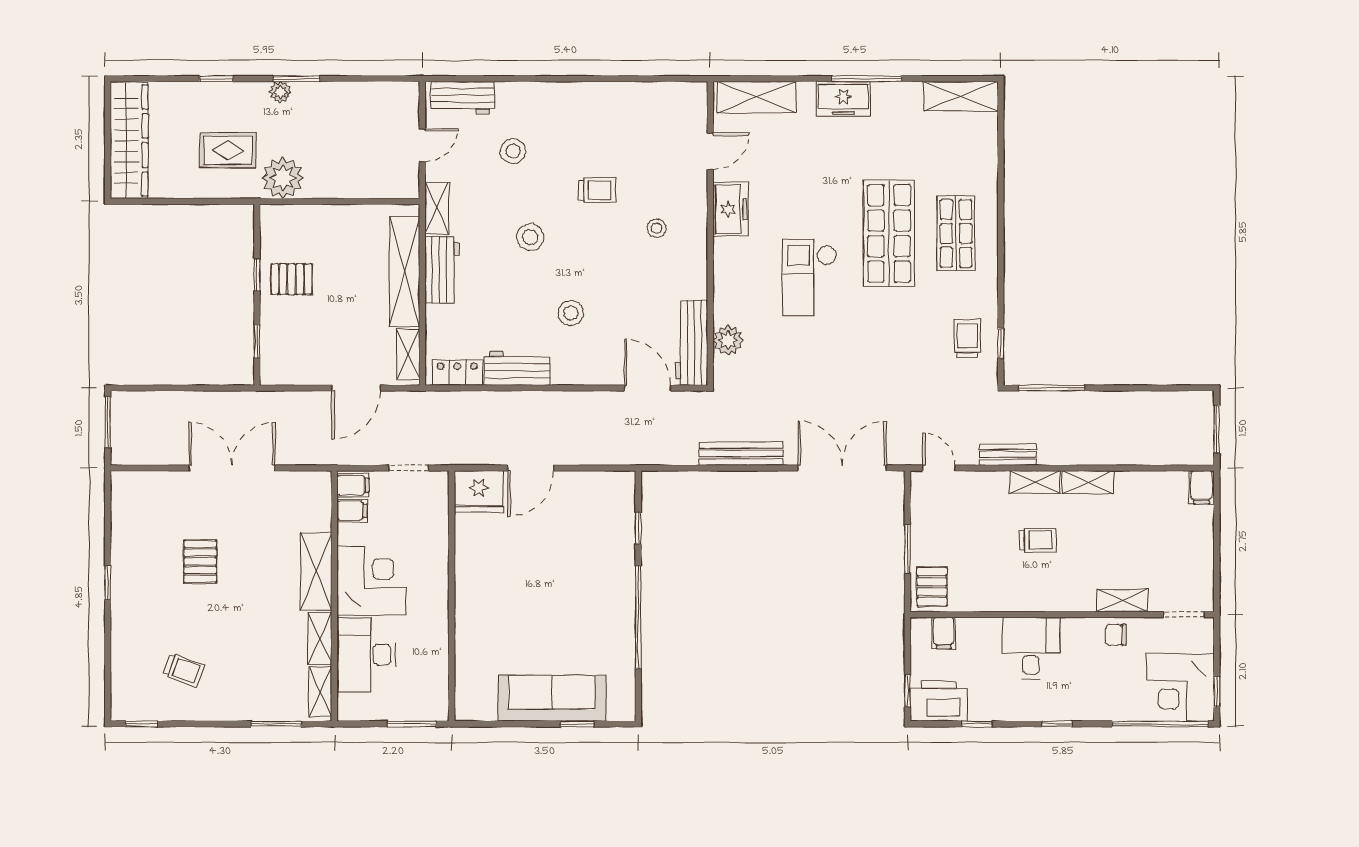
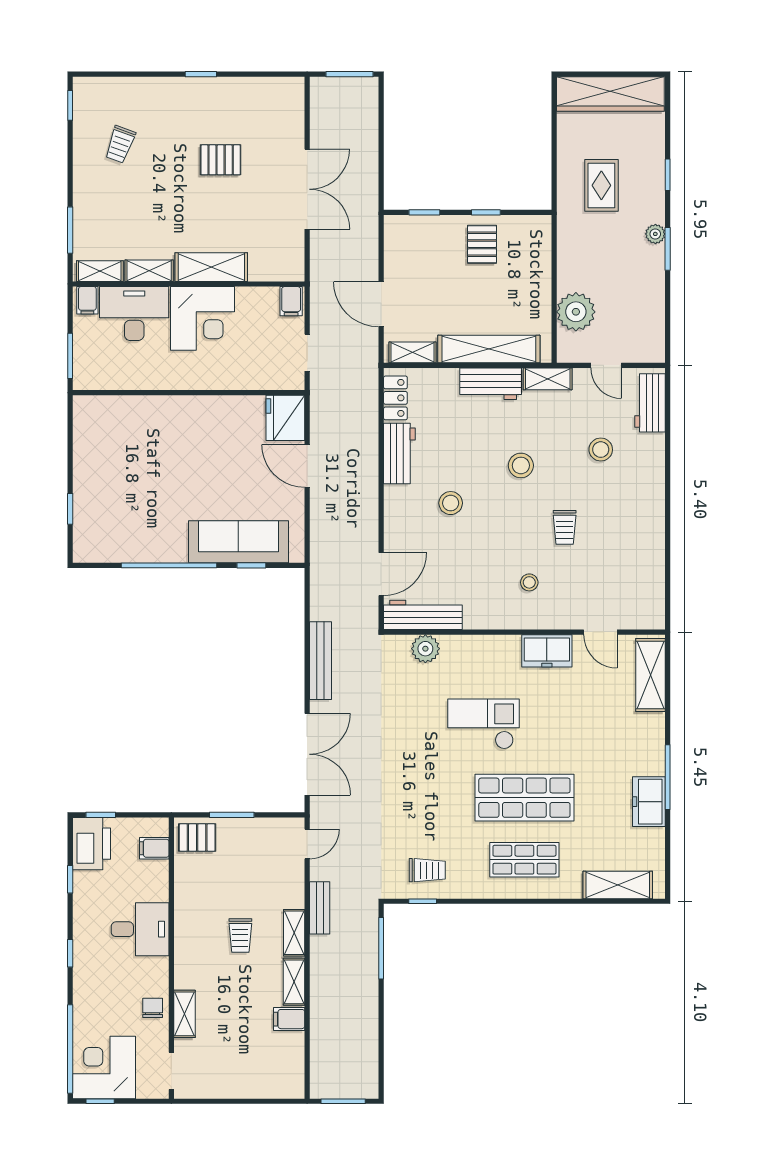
shelving: (961, 96) -> (618, 885), moved, turned 90
freezer: (843, 99) -> (649, 802), moved
plant: (283, 178) -> (576, 312), moved
filing cabinet: (1202, 487) -> (289, 1019), moved
filing cabinet: (352, 511) -> (87, 300), moved
sofa: (552, 698) -> (238, 542), moved, turned -90

